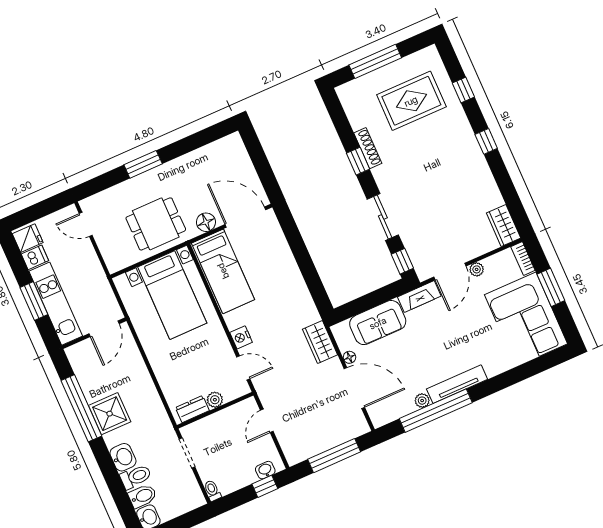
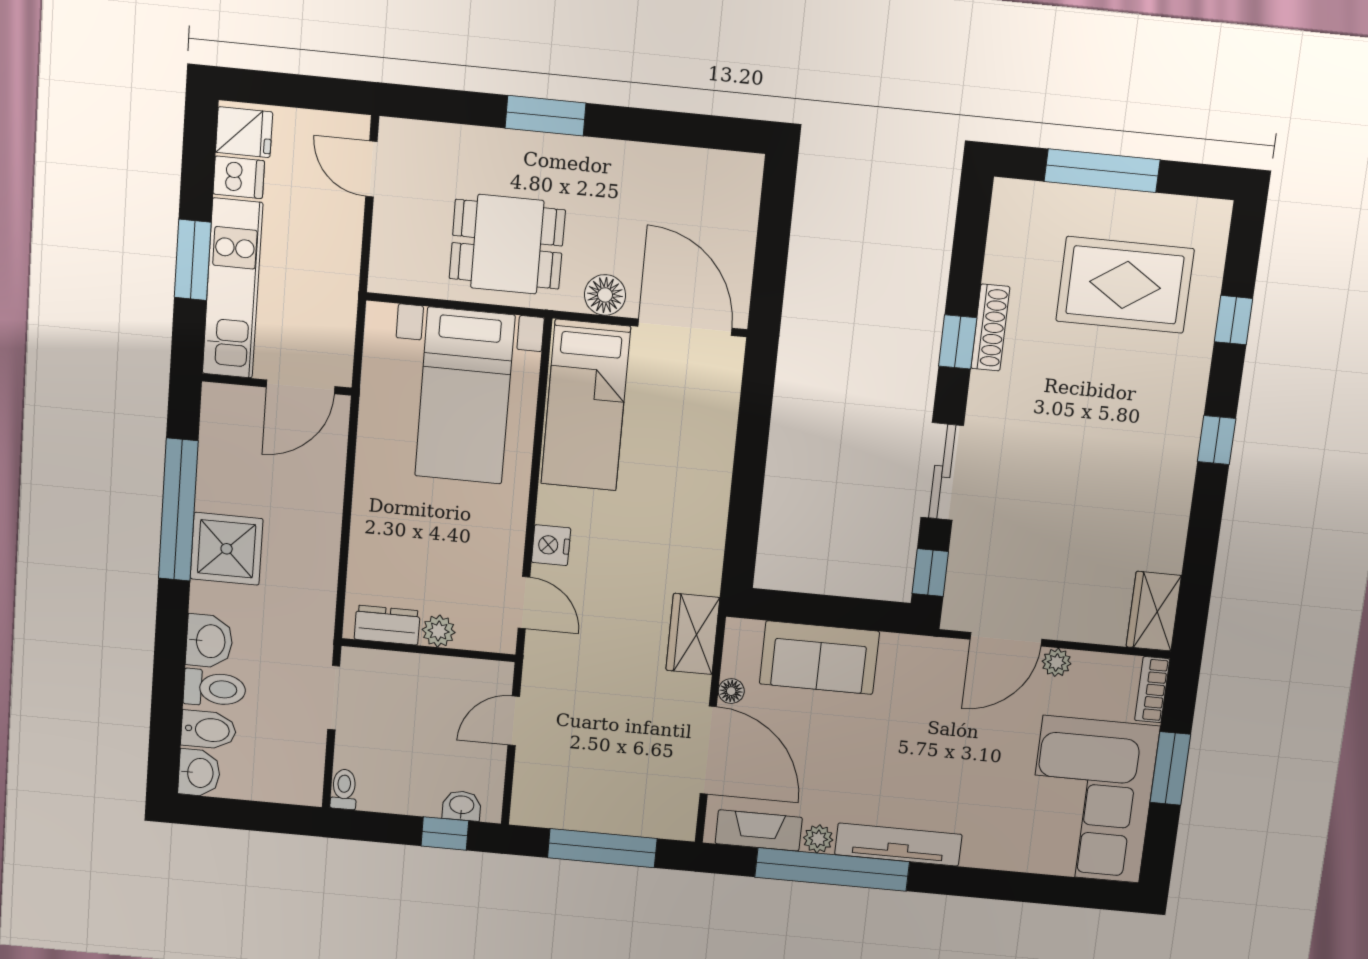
fireplace: (419, 297) -> (759, 830), moved, turned 180

